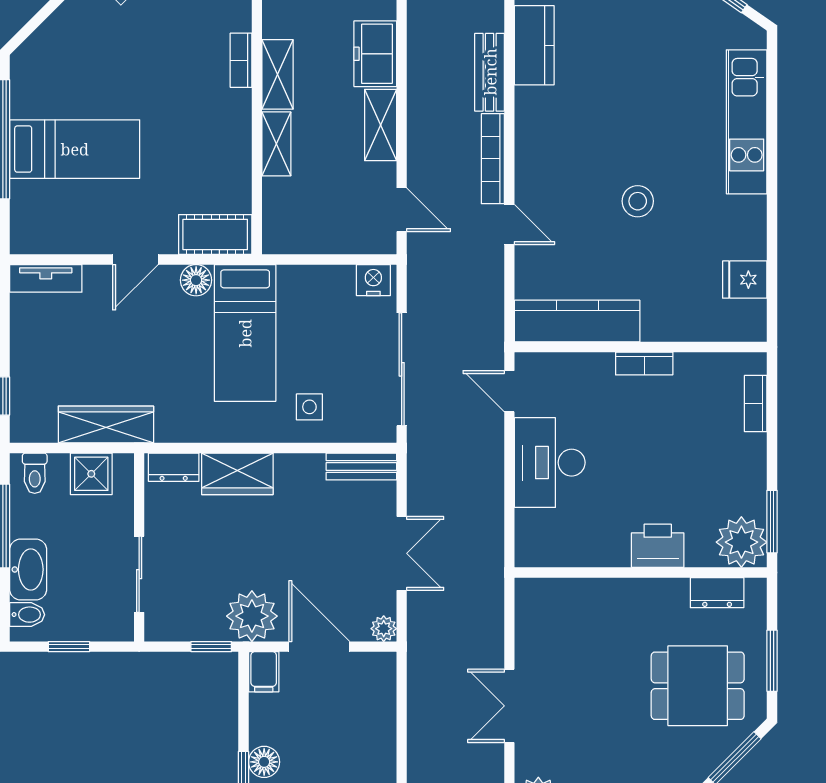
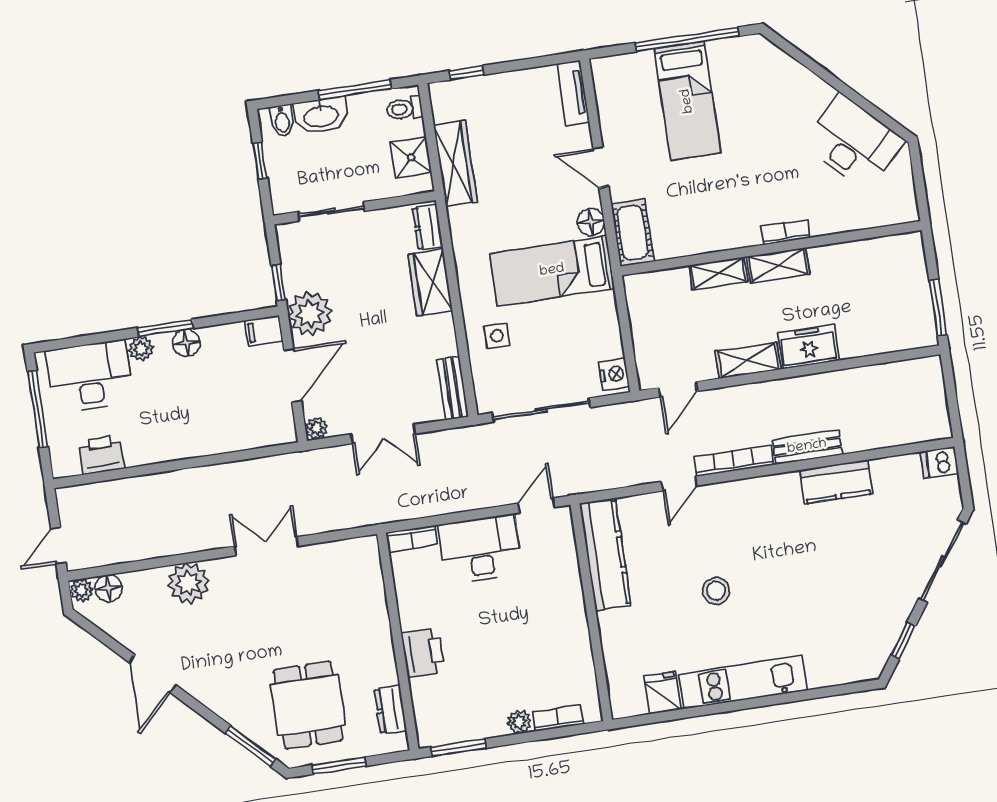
kitchen unit: (747, 122) -> (743, 682), moved
bookcase: (644, 364) -> (412, 539), moved, turned -90
plant: (741, 542) -> (519, 722), moved, width x0.53, depth x0.53

